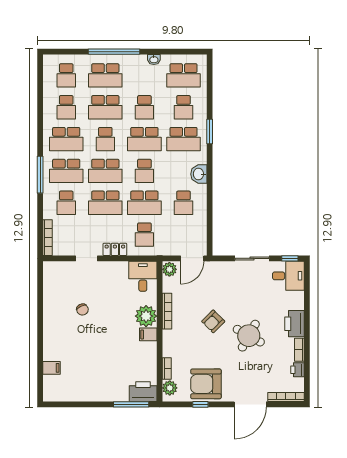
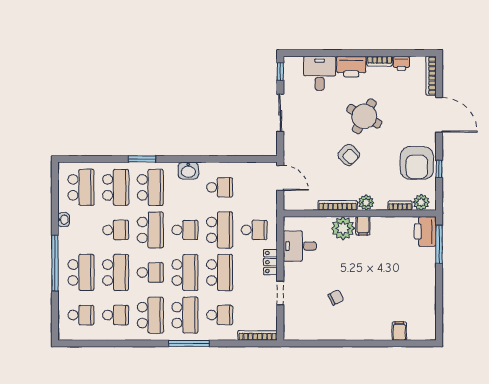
school desk: (184, 107) -> (116, 187), width x1.85
plant: (169, 269) -> (366, 203), moved
desk: (143, 276) -> (300, 246), moved
desk: (288, 276) -> (320, 73), moved

